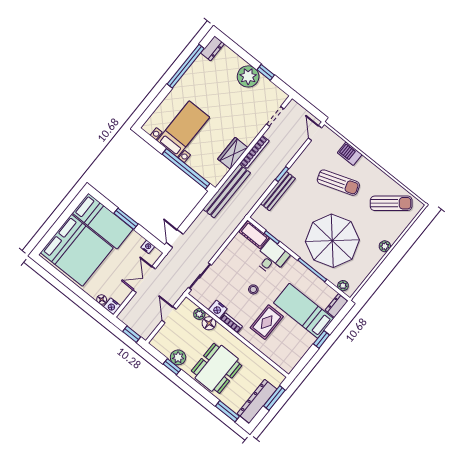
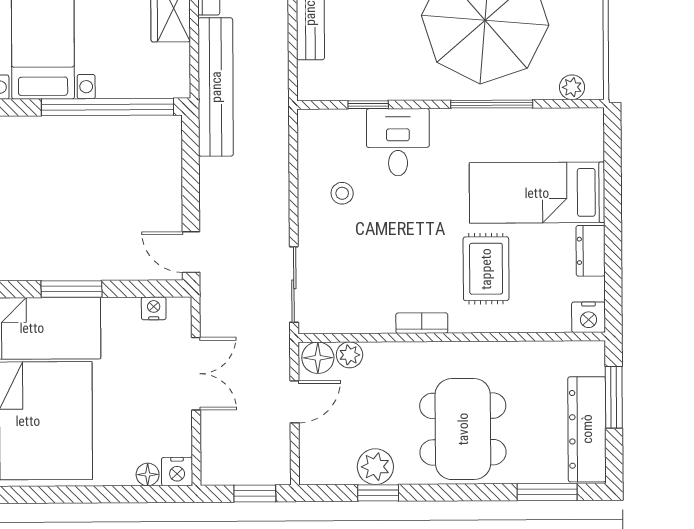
cot: (254, 235) -> (332, 126), removed
double door: (144, 279) -> (196, 374), swing flipped
stool: (253, 289) -> (342, 193), moved
dresser: (336, 306) -> (591, 251), moved
nightstand: (218, 309) -> (588, 317), moved
door: (169, 315) -> (295, 402), swing flipped
floor lamp: (209, 323) -> (318, 358), moved
window: (321, 339) -> (613, 219), removed

